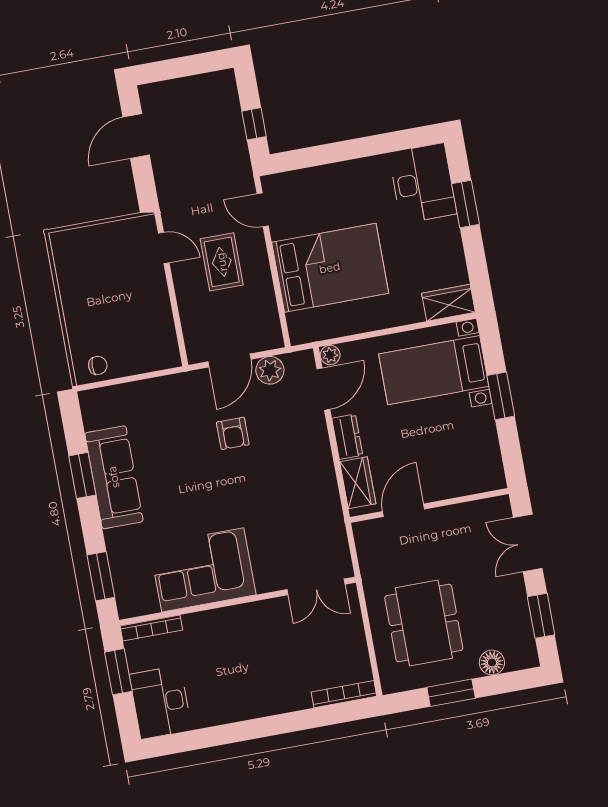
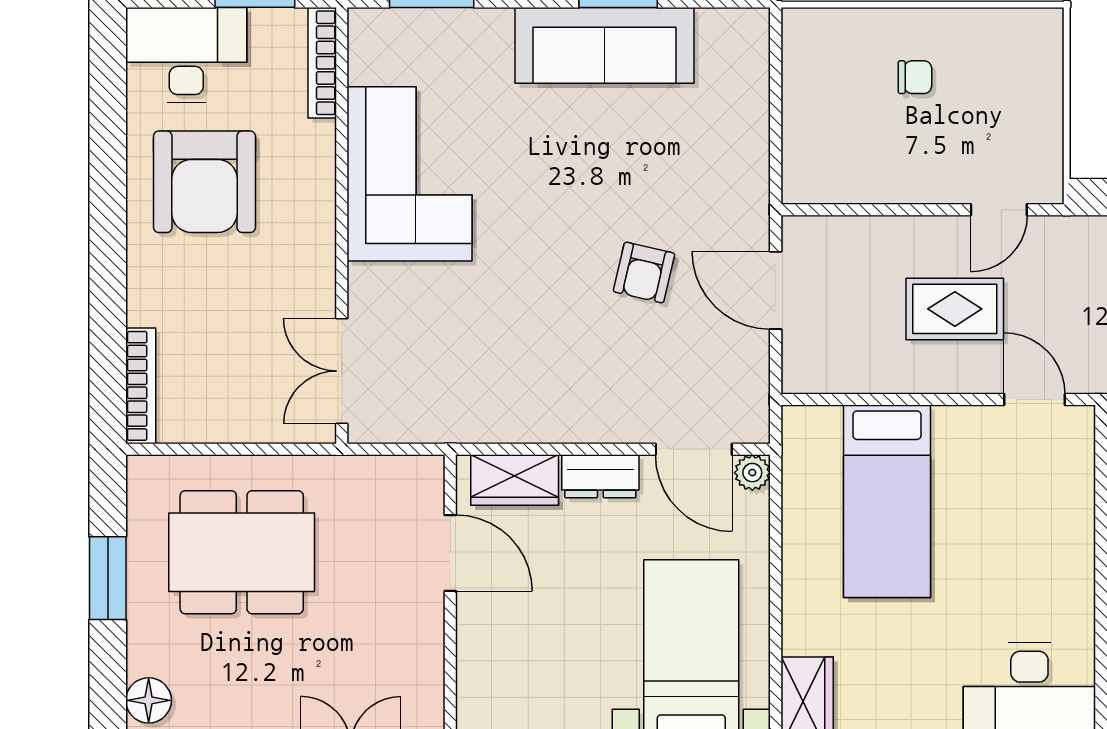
door: (263, 210) -> (1035, 400), hinge flipped
bed: (330, 268) -> (887, 501), width x0.67
chair: (98, 365) -> (915, 77), moved, turned -90
plant: (270, 370) -> (745, 360), removed
armchair: (233, 433) -> (644, 272), turned -77
floor lamp: (492, 662) -> (149, 700), moved
armchair: (227, 680) -> (204, 182), added

